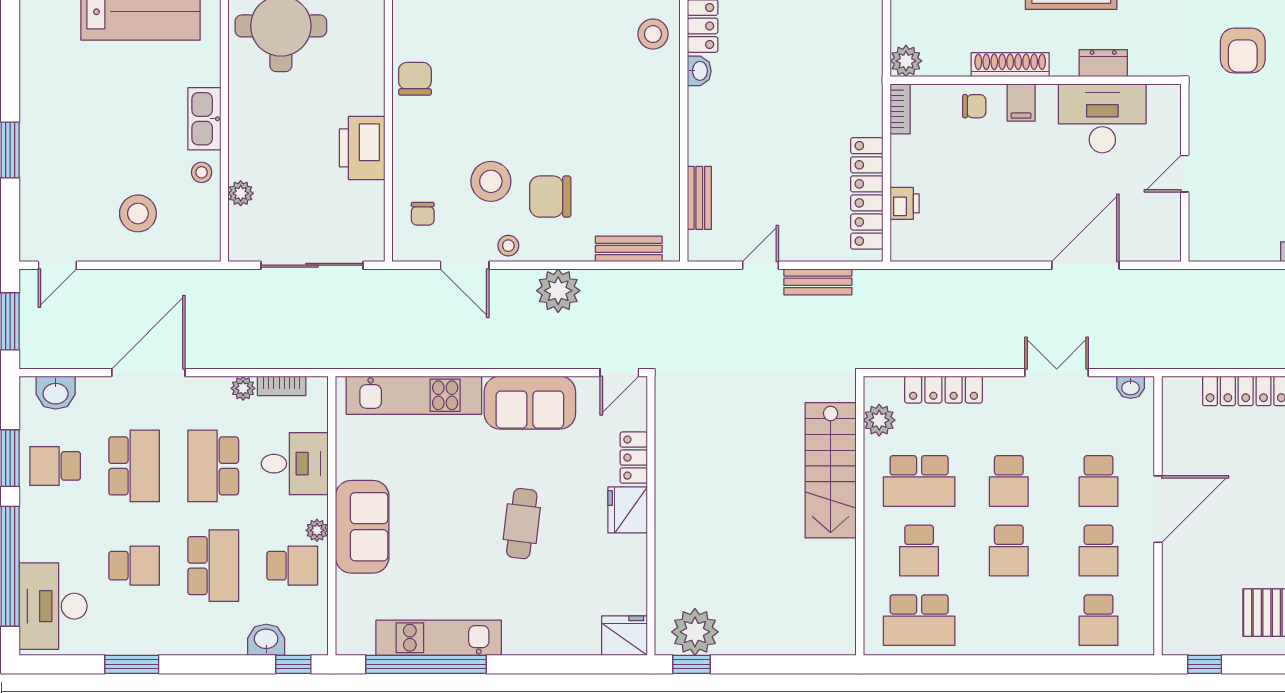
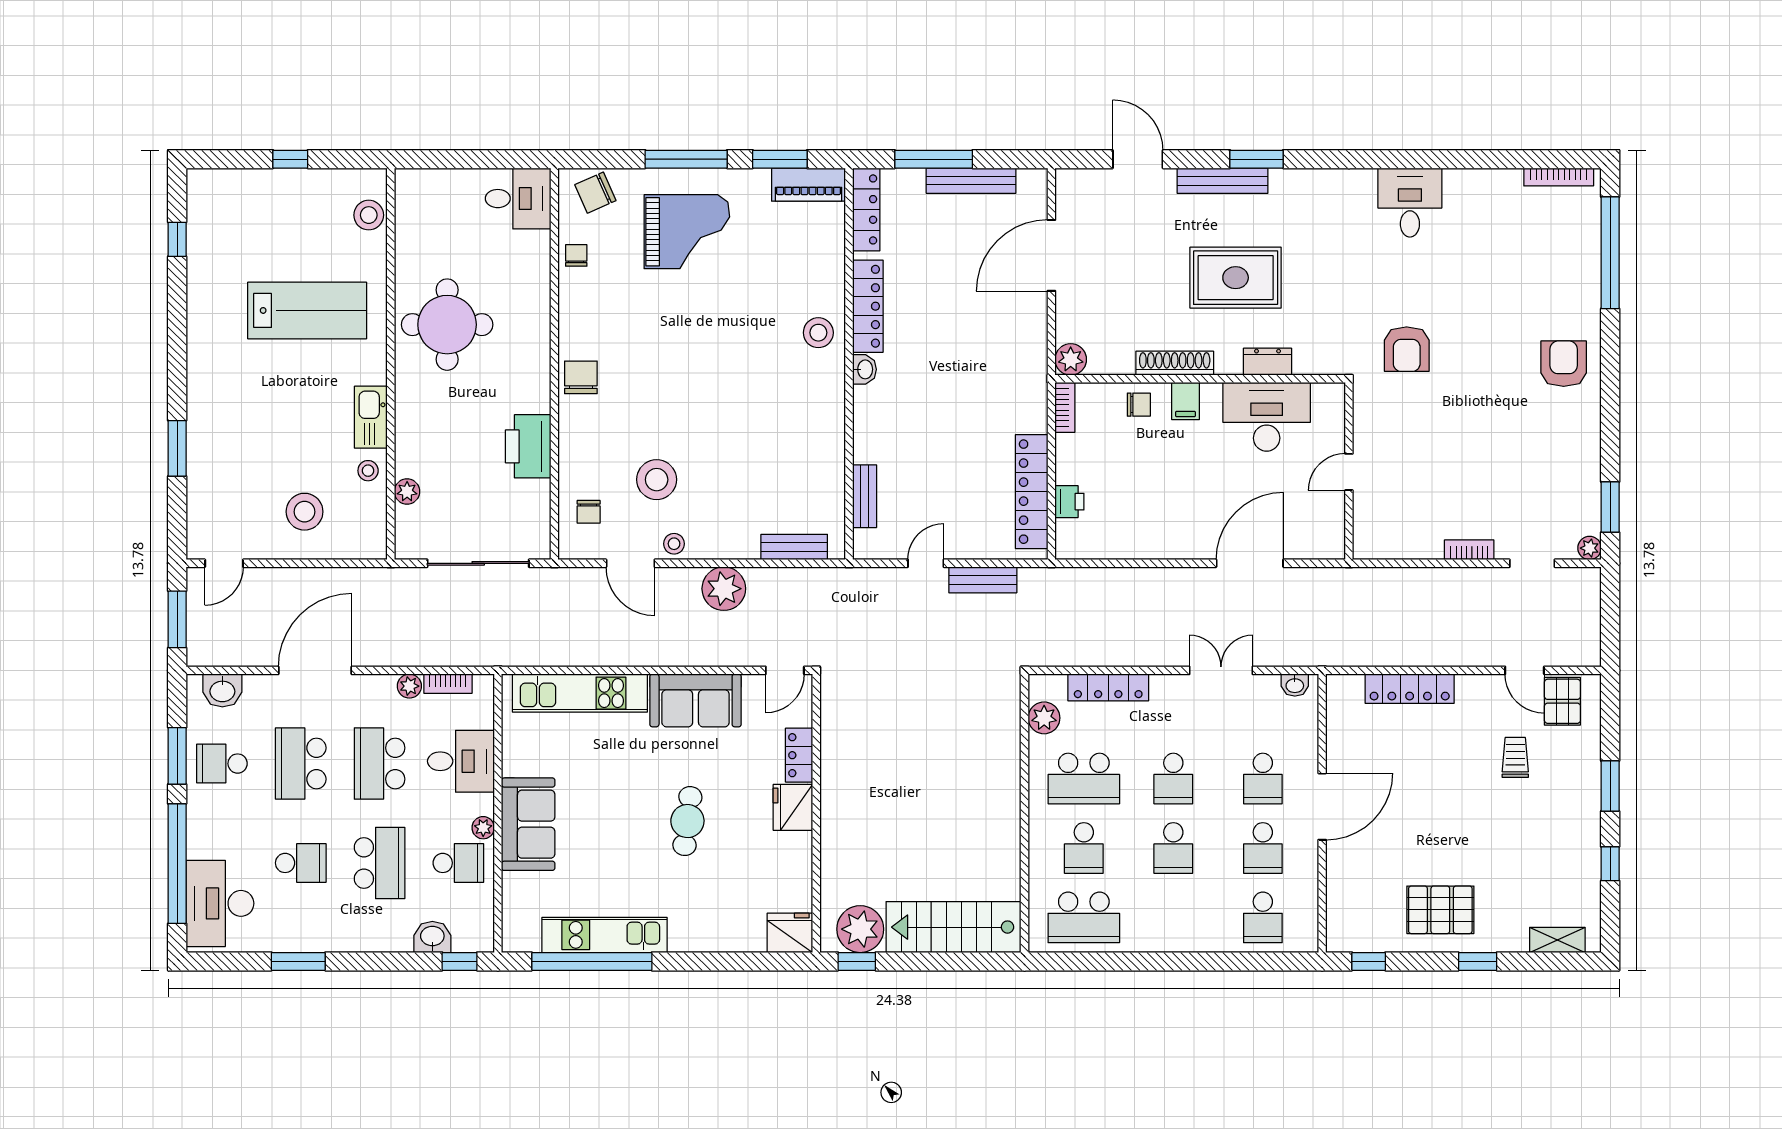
chair: (550, 197) -> (716, 495), removed
school desk: (134, 466) -> (301, 764), turned 180
stairs: (831, 470) -> (954, 927), moved, turned 90

